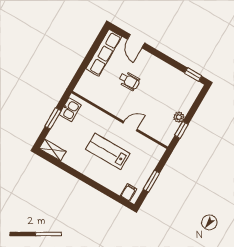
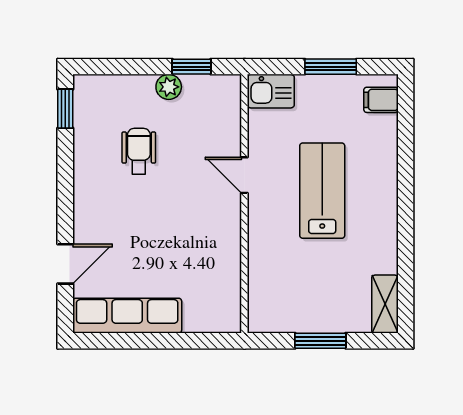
wheelchair: (129, 81) -> (139, 151), moved
kitchen sink: (70, 110) -> (271, 91), moved, turned 180
lab bench: (108, 151) -> (322, 191), turned 180

